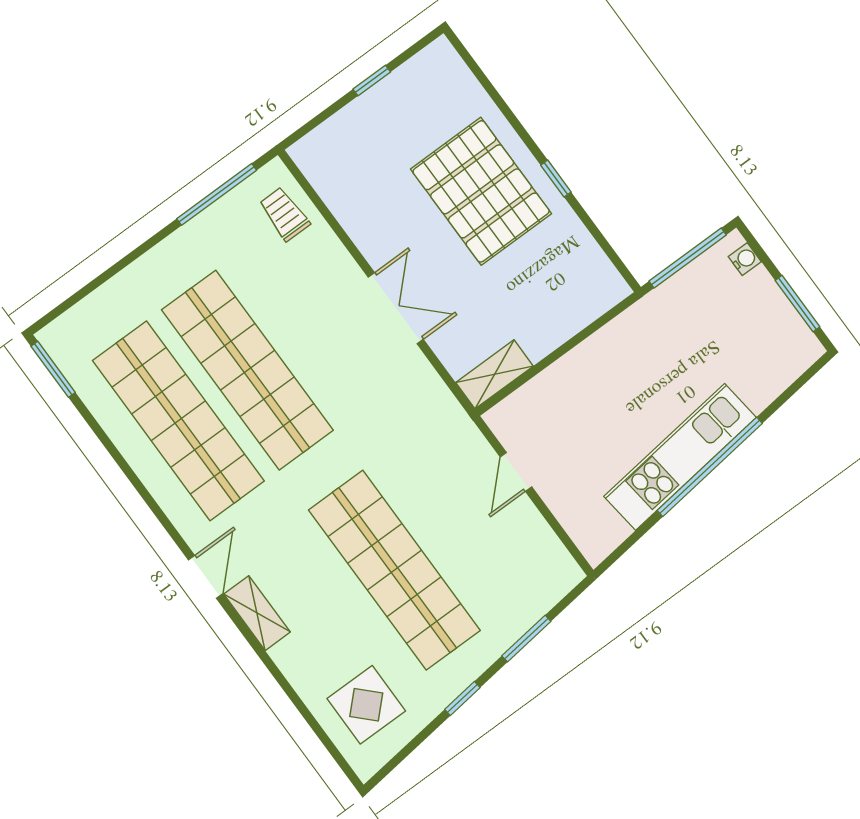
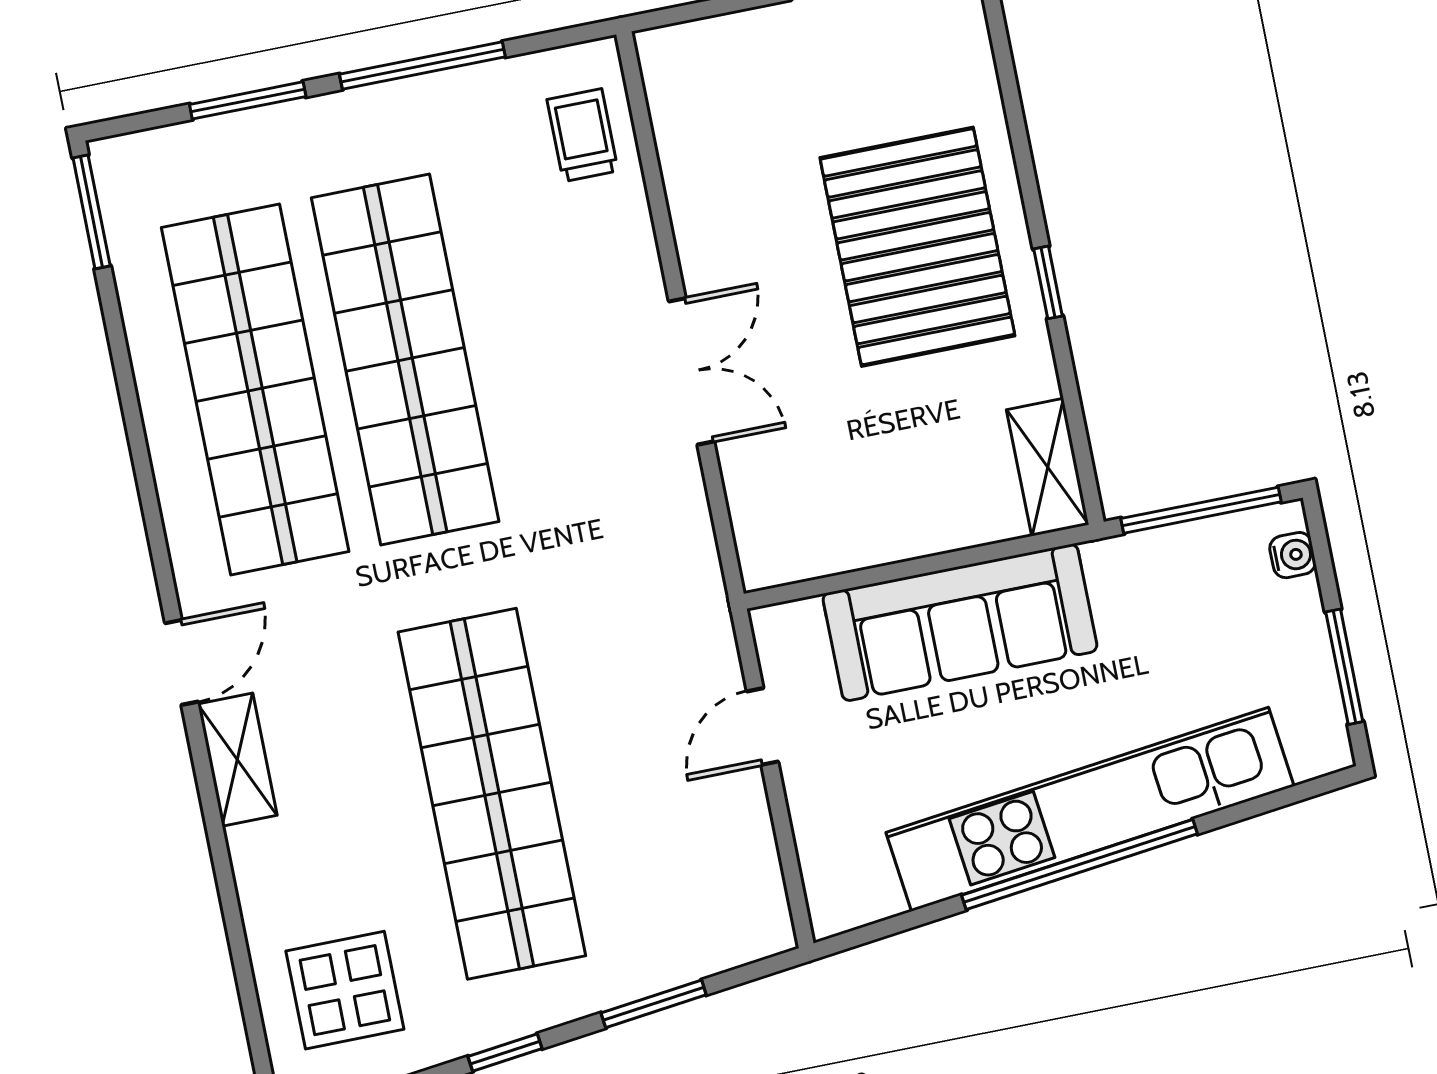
window: (217, 194) -> (422, 66), moved
window: (106, 276) -> (248, 100), added
sofa: (592, 372) -> (960, 622), added
shelving: (495, 374) -> (1048, 467), moved, turned 90
kitchen unit: (680, 457) -> (1090, 809), width x1.36

